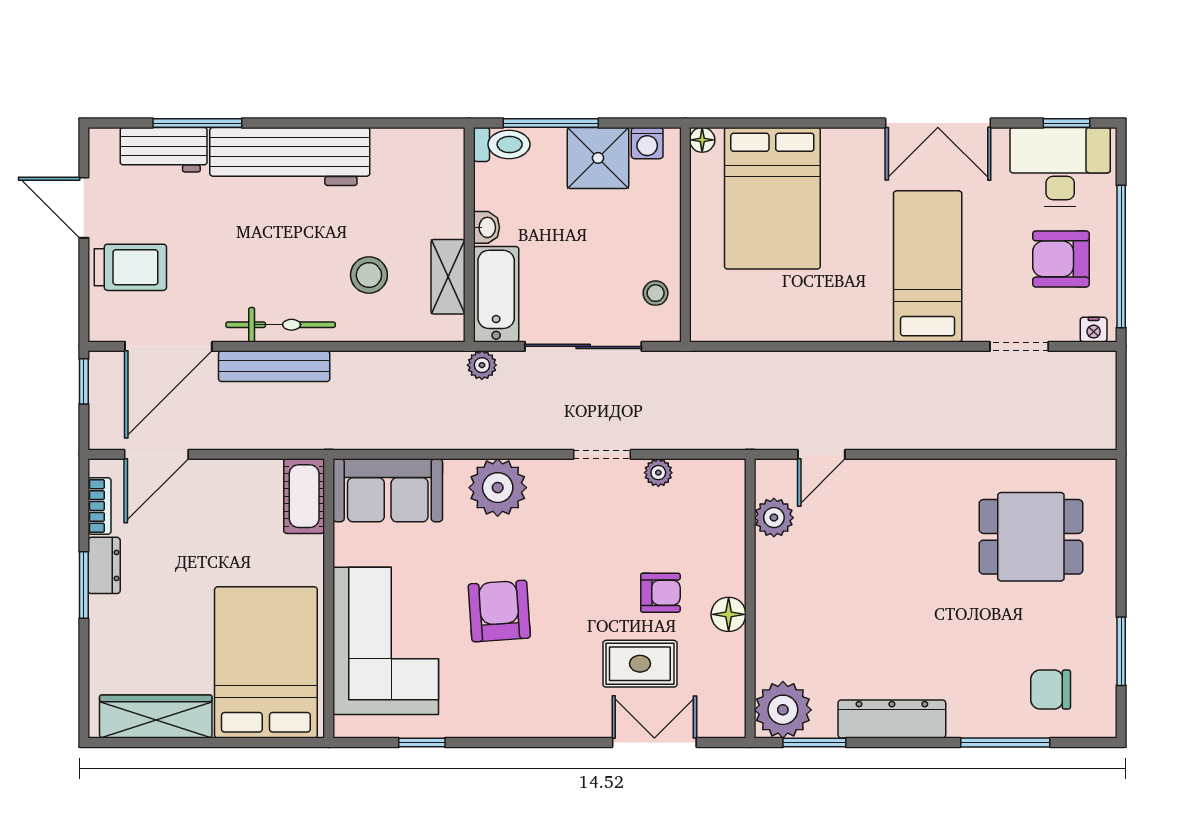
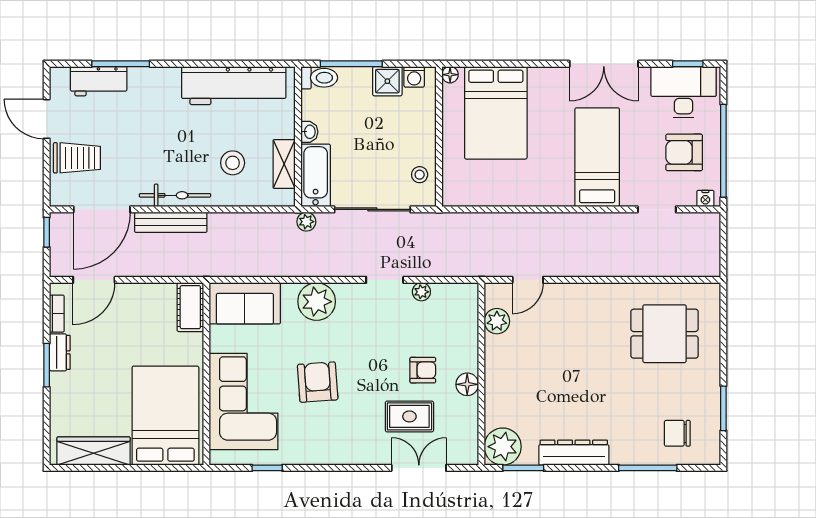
workbench: (290, 157) -> (234, 86), moved
shower: (598, 158) -> (387, 81), width x0.73, depth x0.73

